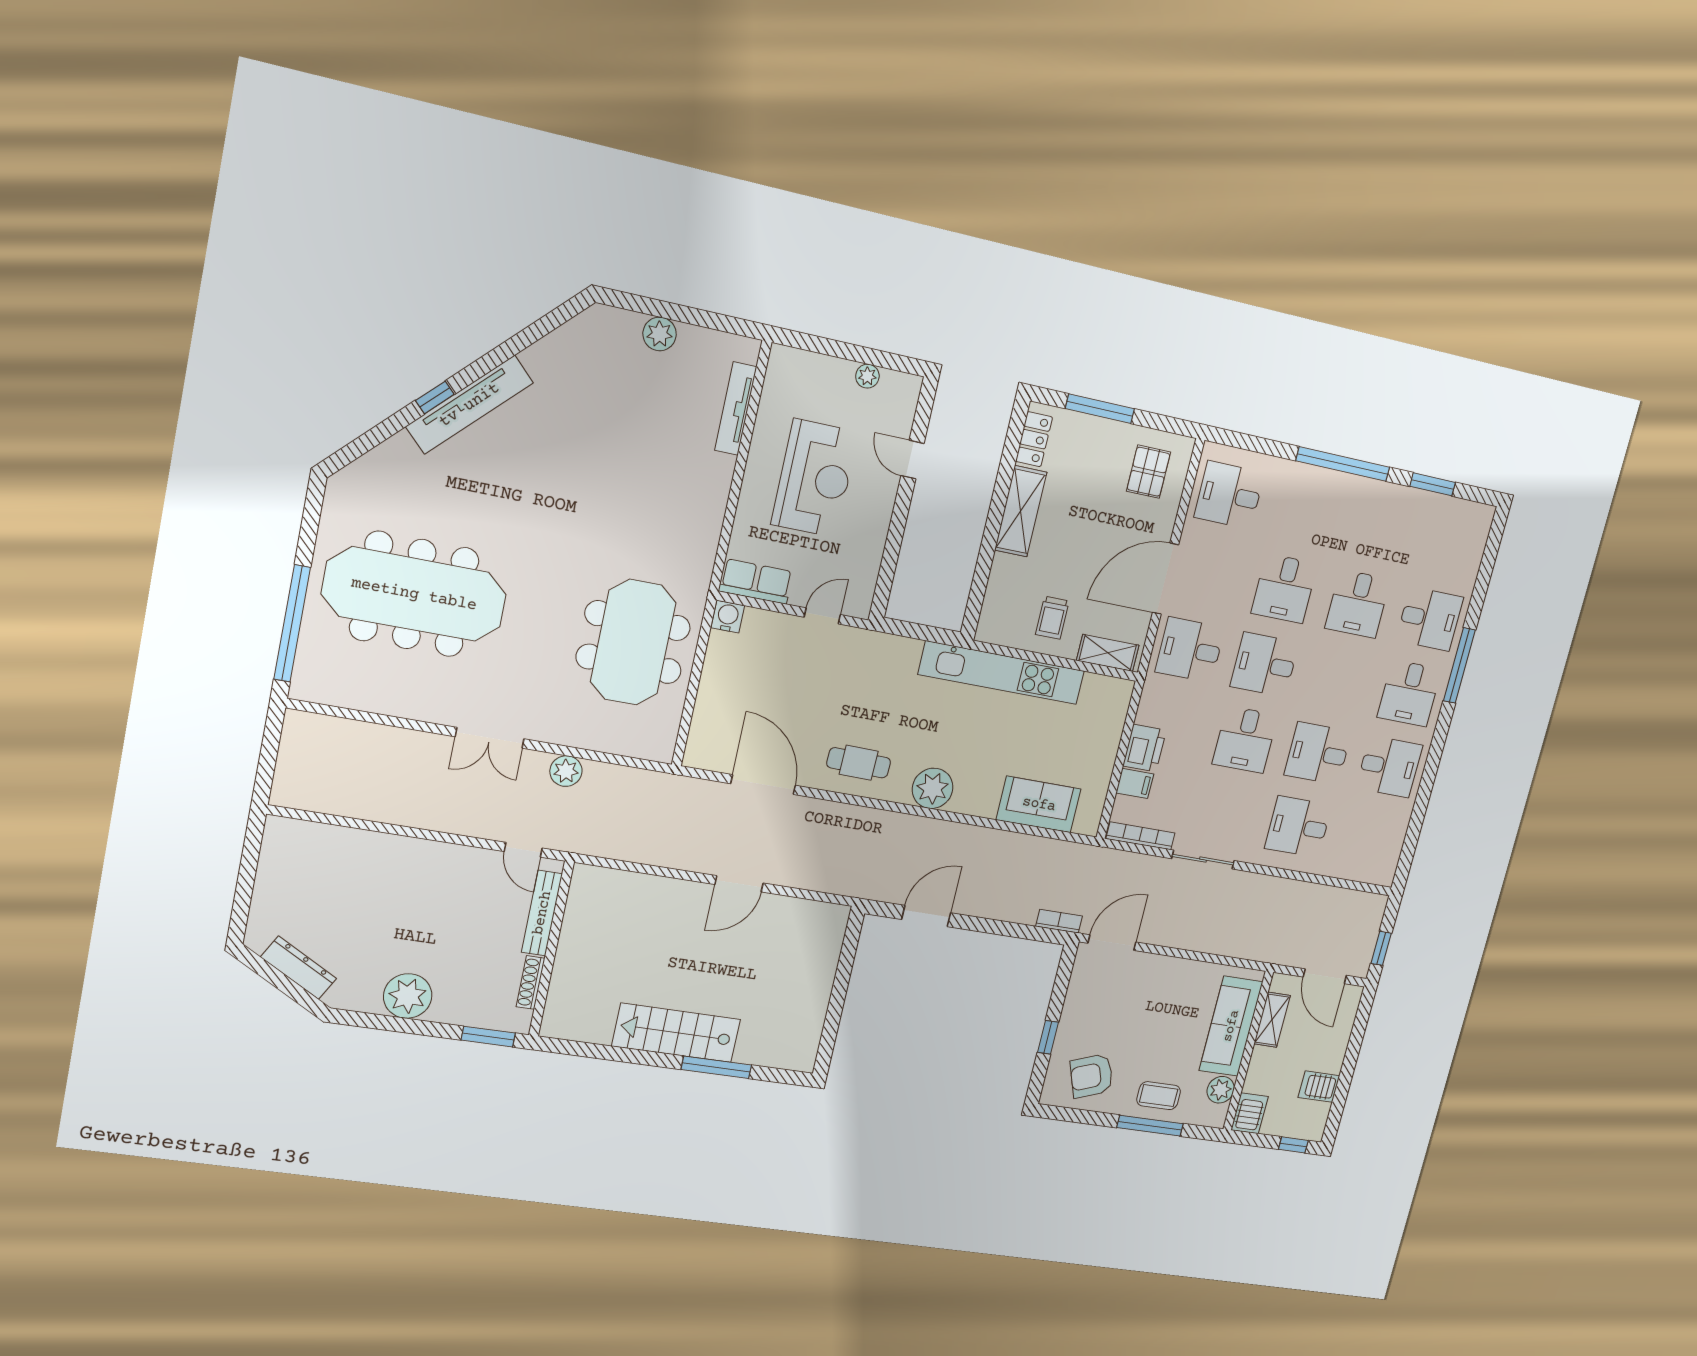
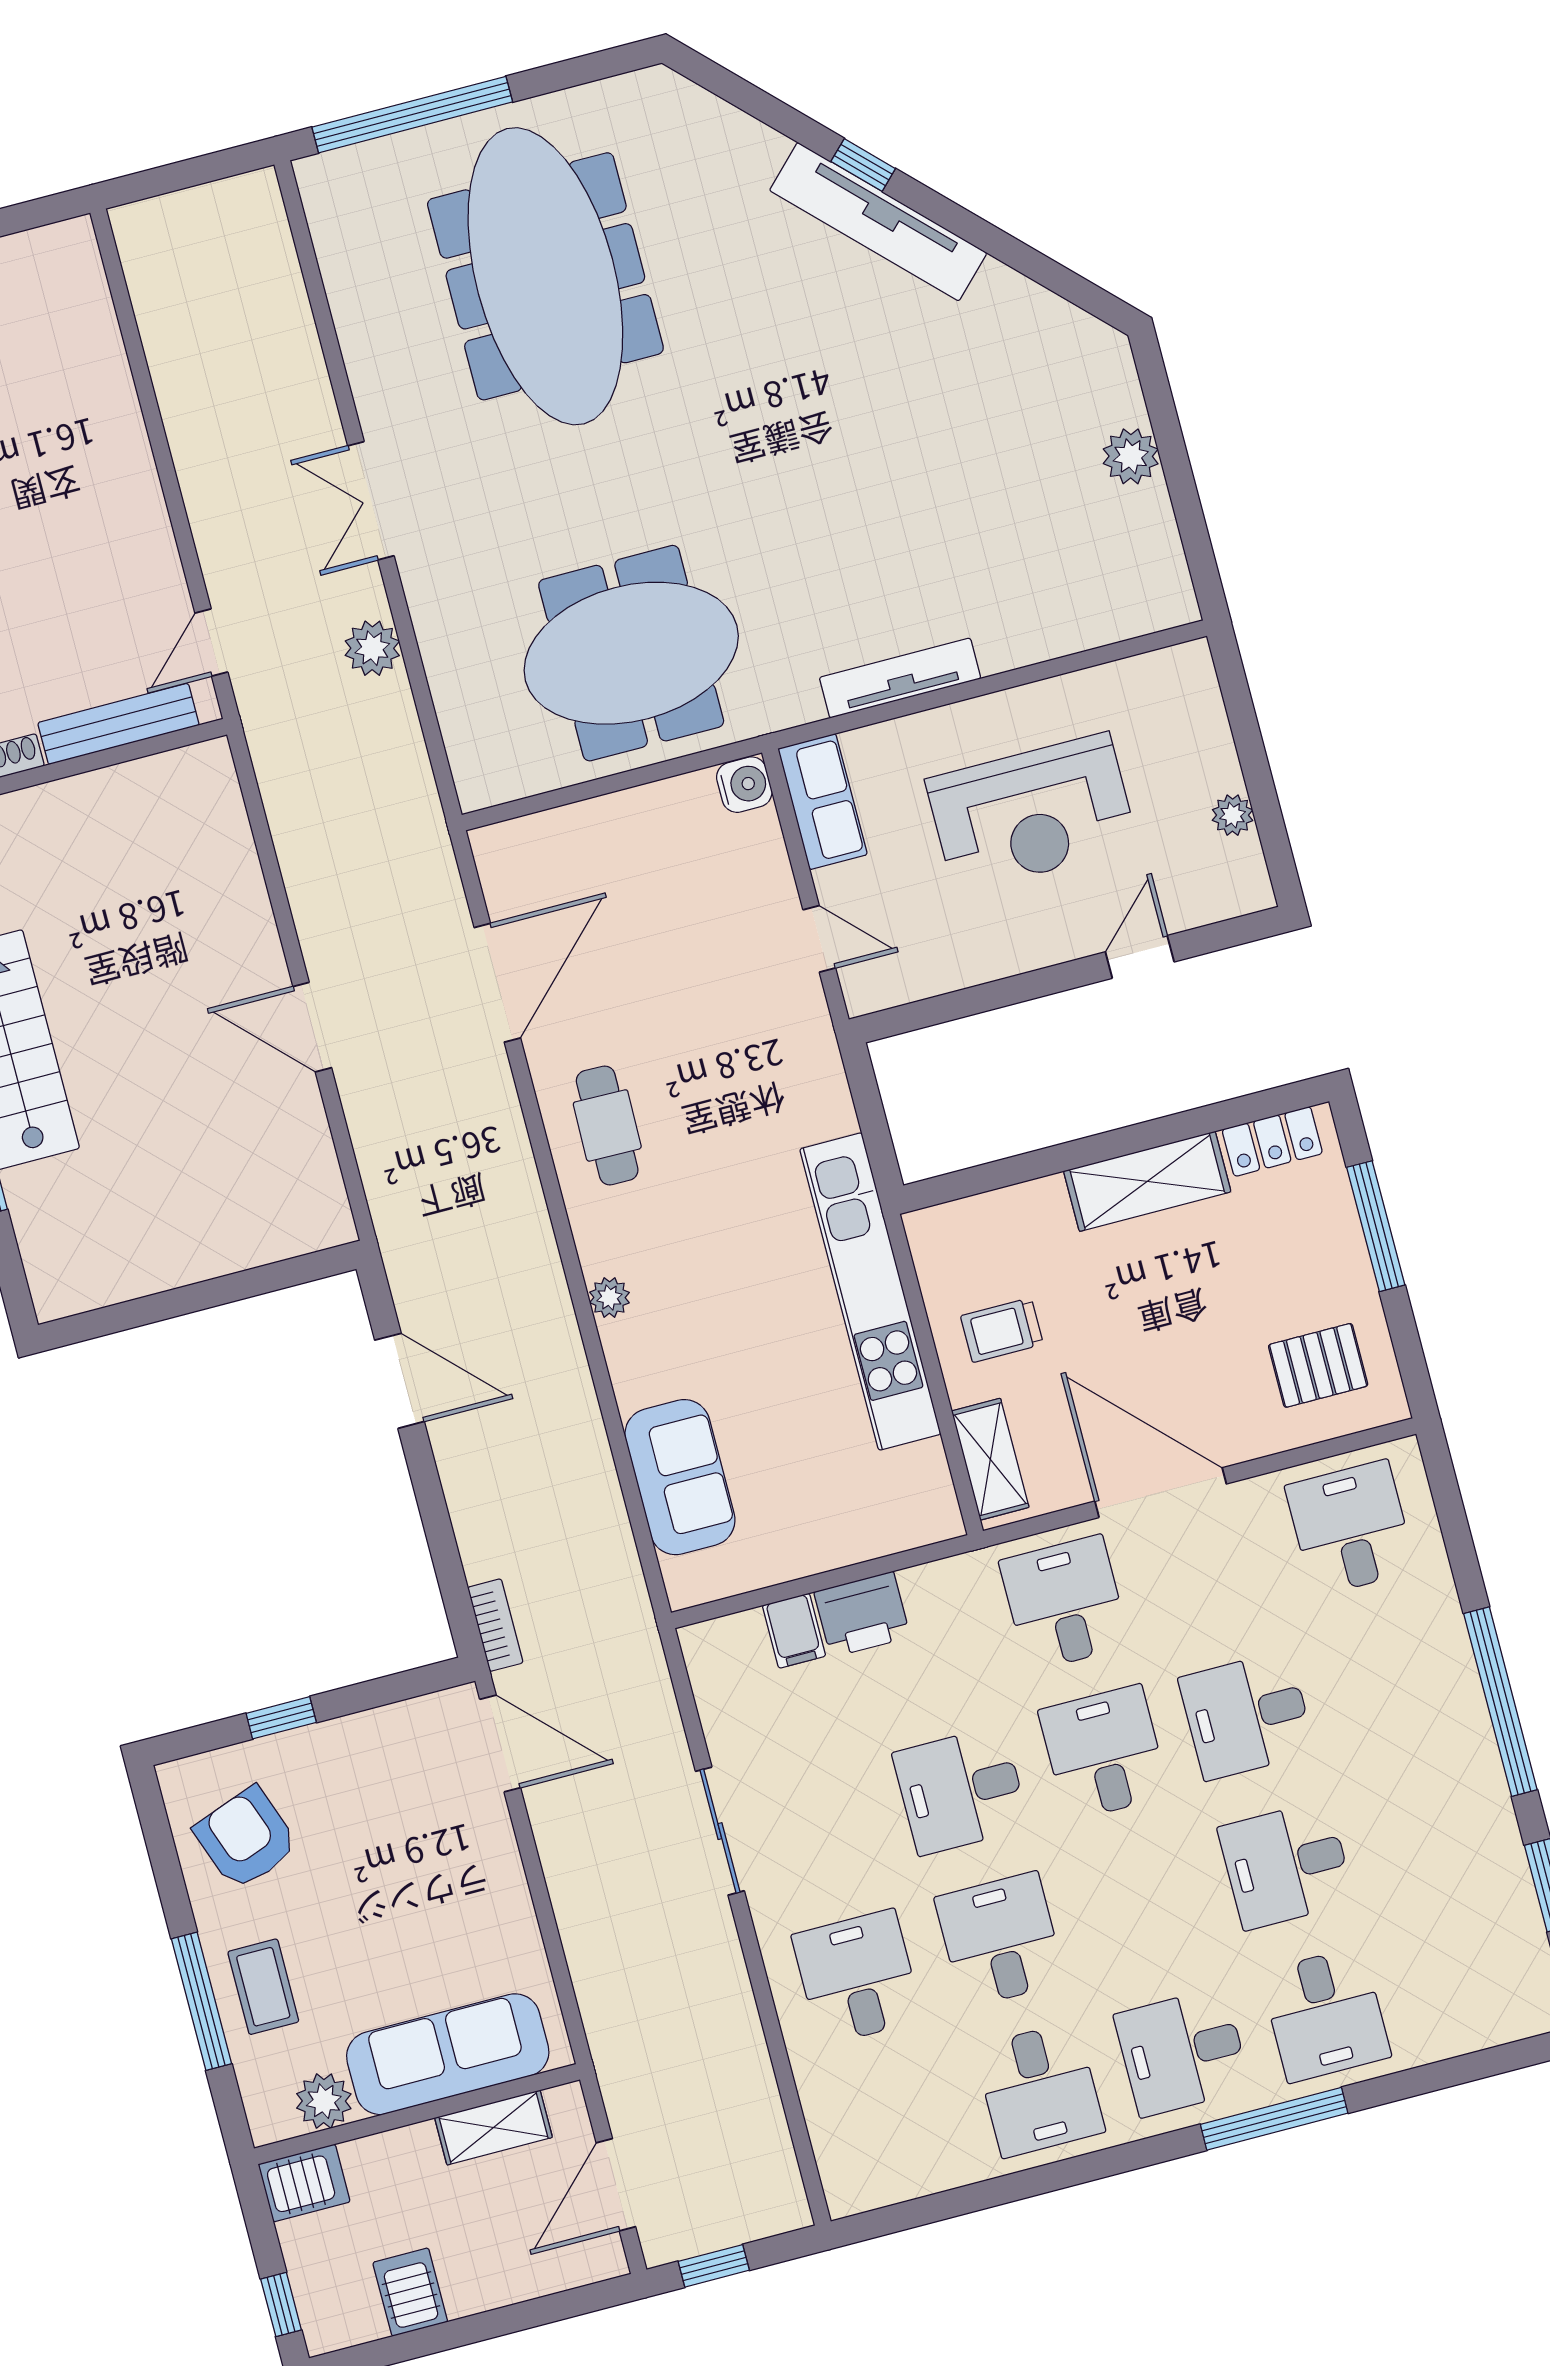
tv unit: (736, 409) -> (900, 678), moved
plant: (933, 788) -> (609, 1298), width x0.53, depth x0.53
bookcase: (1140, 836) -> (709, 1692), removed

